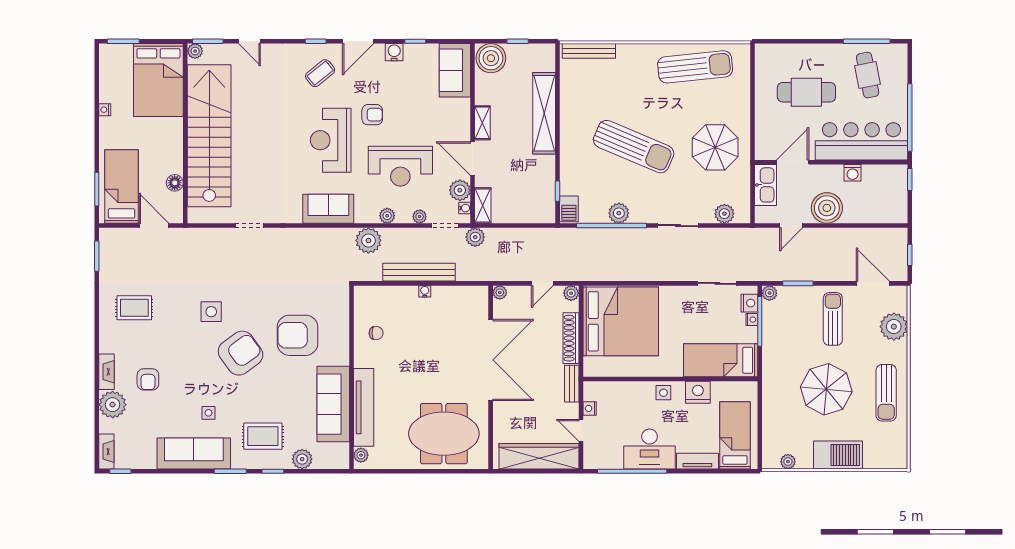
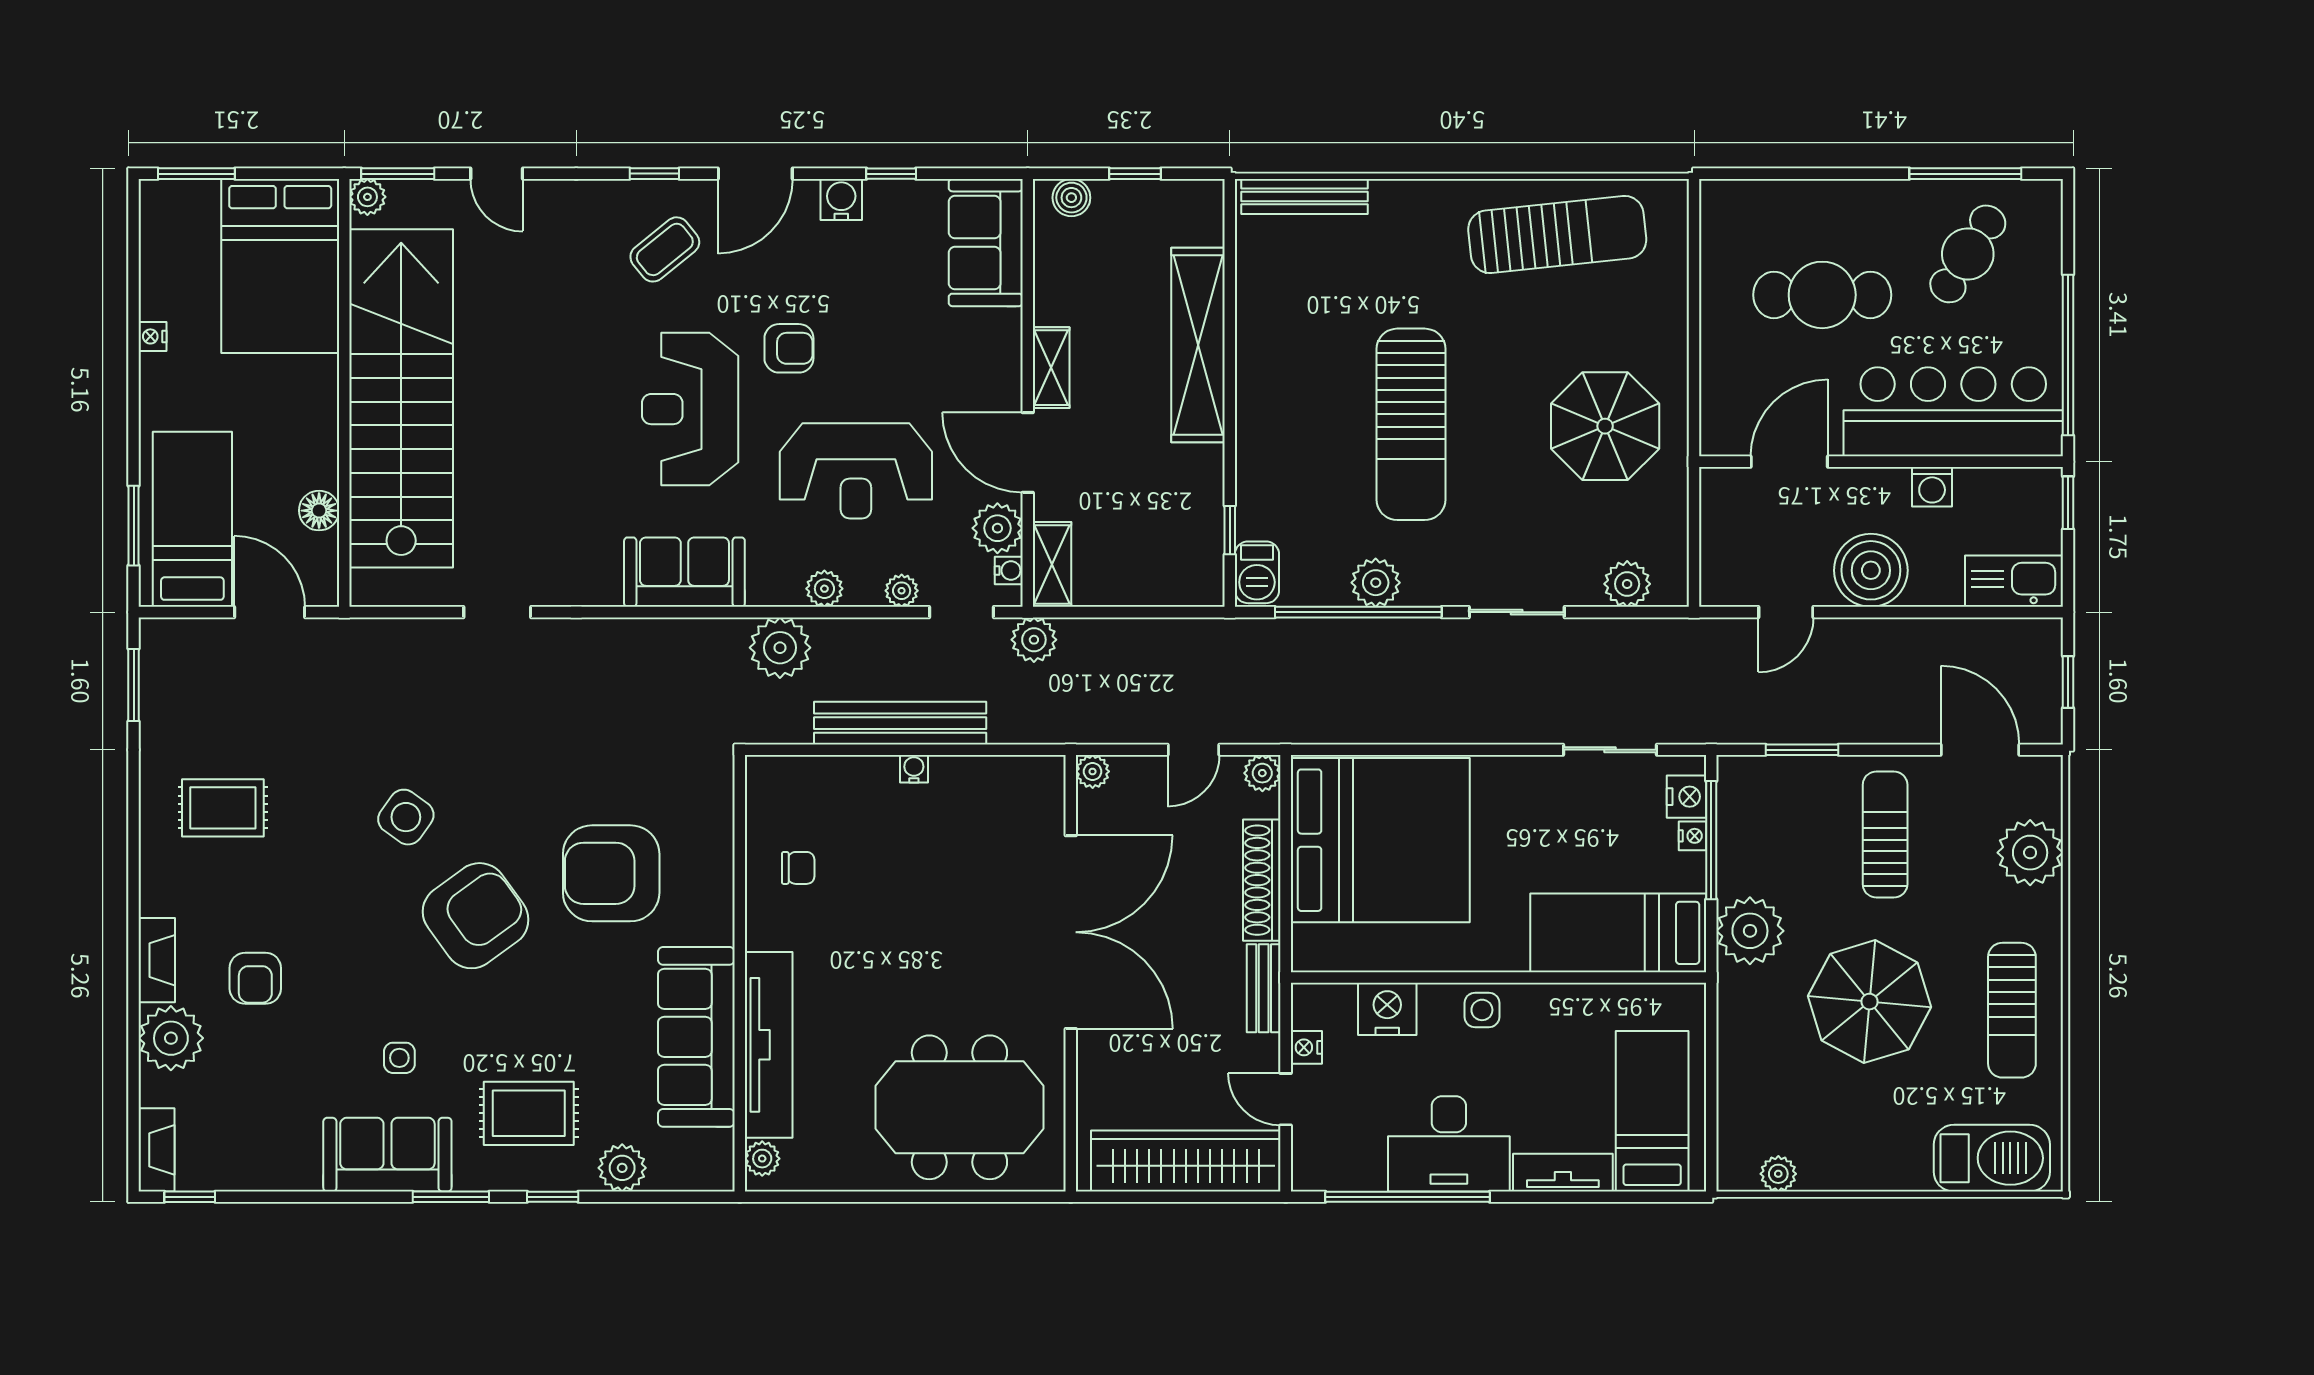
boiler: (491, 58) -> (1071, 198), width x0.54, depth x0.54
cafe table: (868, 75) -> (1968, 254), turned 43
sun lounger: (634, 147) -> (1411, 424), turned 67
kitchen sink: (766, 185) -> (2014, 581), moved, turned -90
plant: (769, 293) -> (1750, 931), moved, width x1.87, depth x1.87
side table: (211, 312) -> (406, 817), turned 36
nightstand: (698, 392) -> (1387, 1009), moved
sofa: (194, 454) -> (387, 1155), width x0.73
barbecue: (838, 455) -> (1992, 1158), moved

